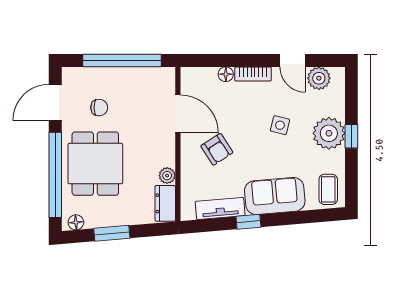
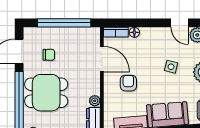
bookcase: (253, 74) -> (116, 32), moved
armchair: (217, 149) -> (128, 83), turned -147
dining table: (95, 164) -> (46, 93), turned 90

